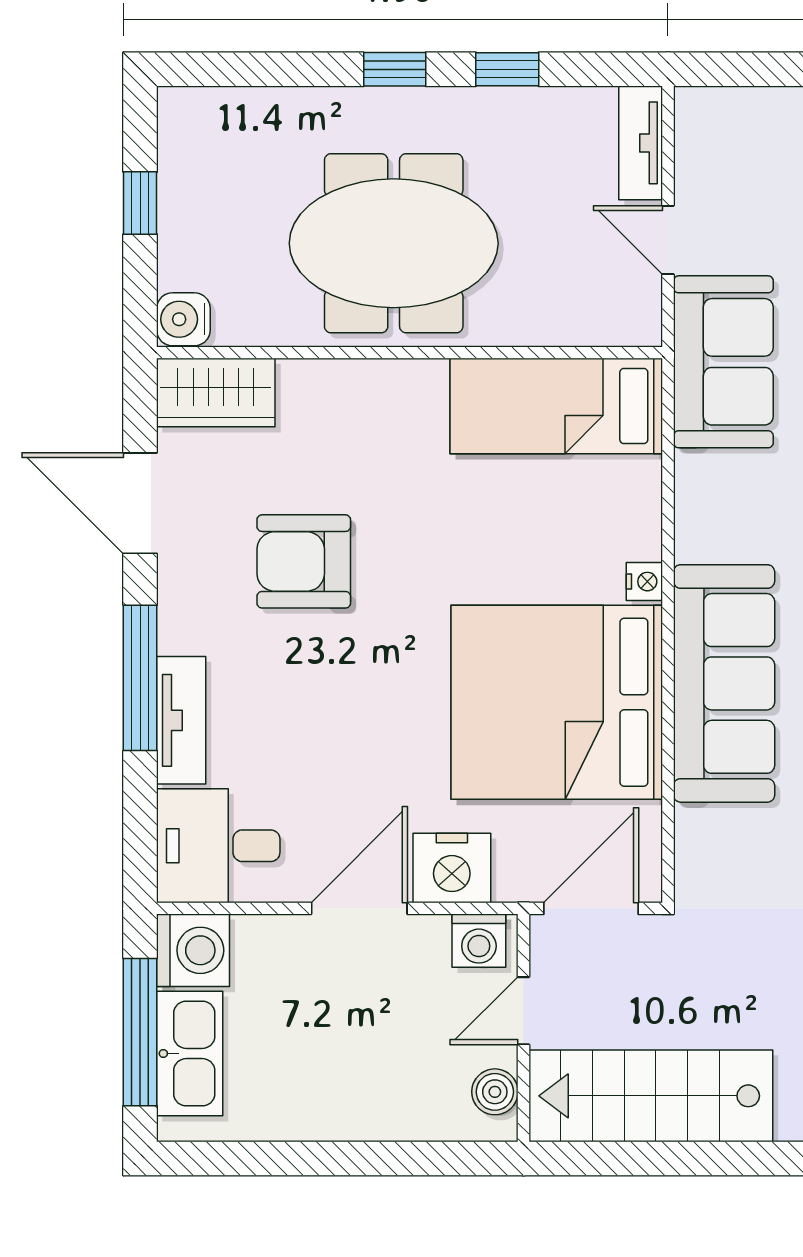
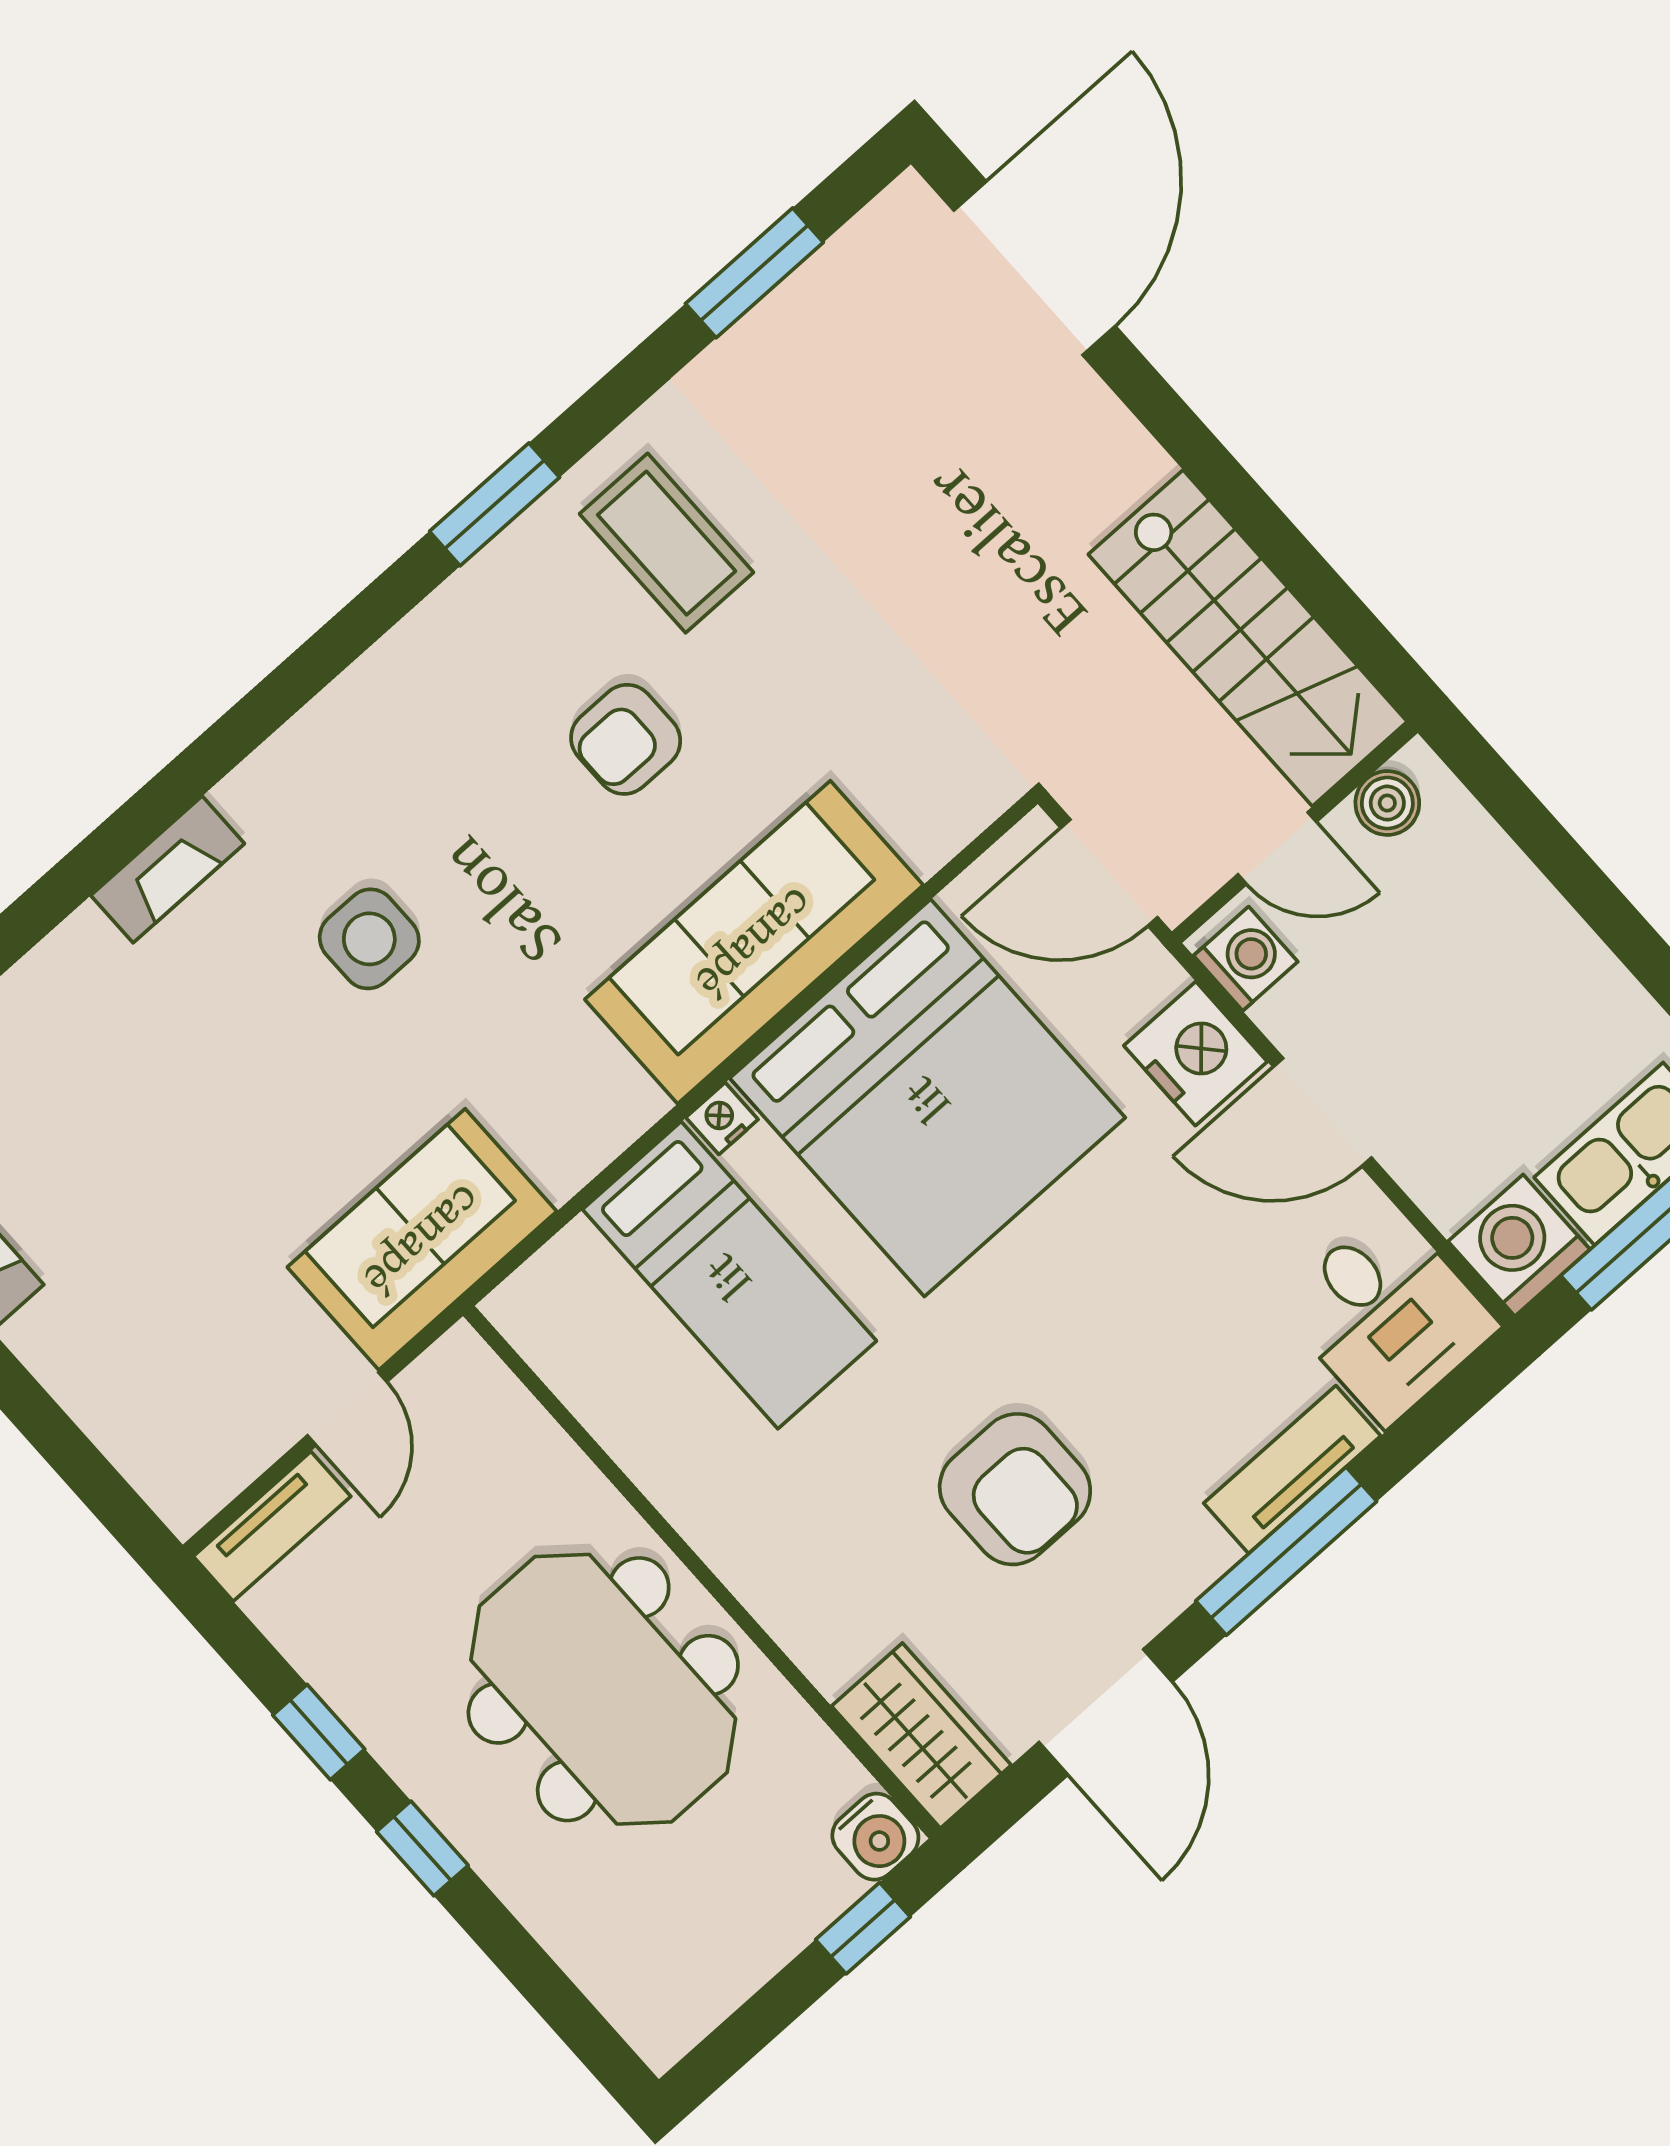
window: (140, 203) -> (863, 1928), moved
bed: (556, 406) -> (729, 1275), moved

